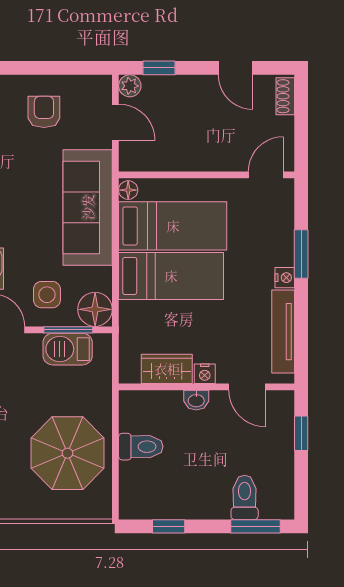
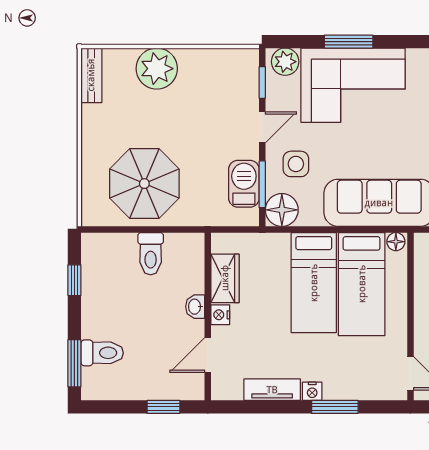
tv unit: (283, 332) -> (272, 390), width x0.71

